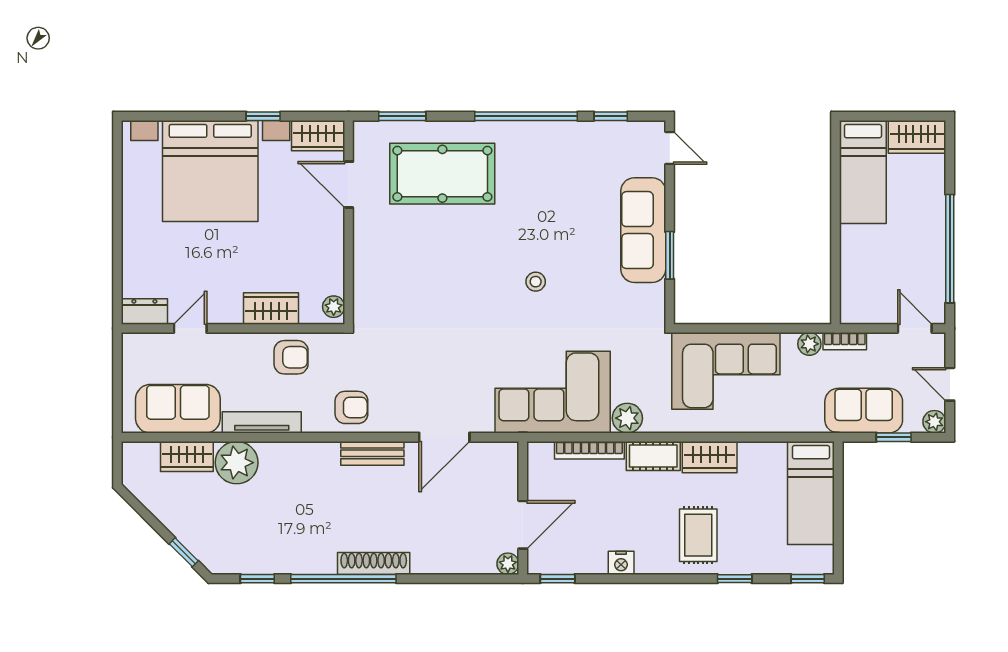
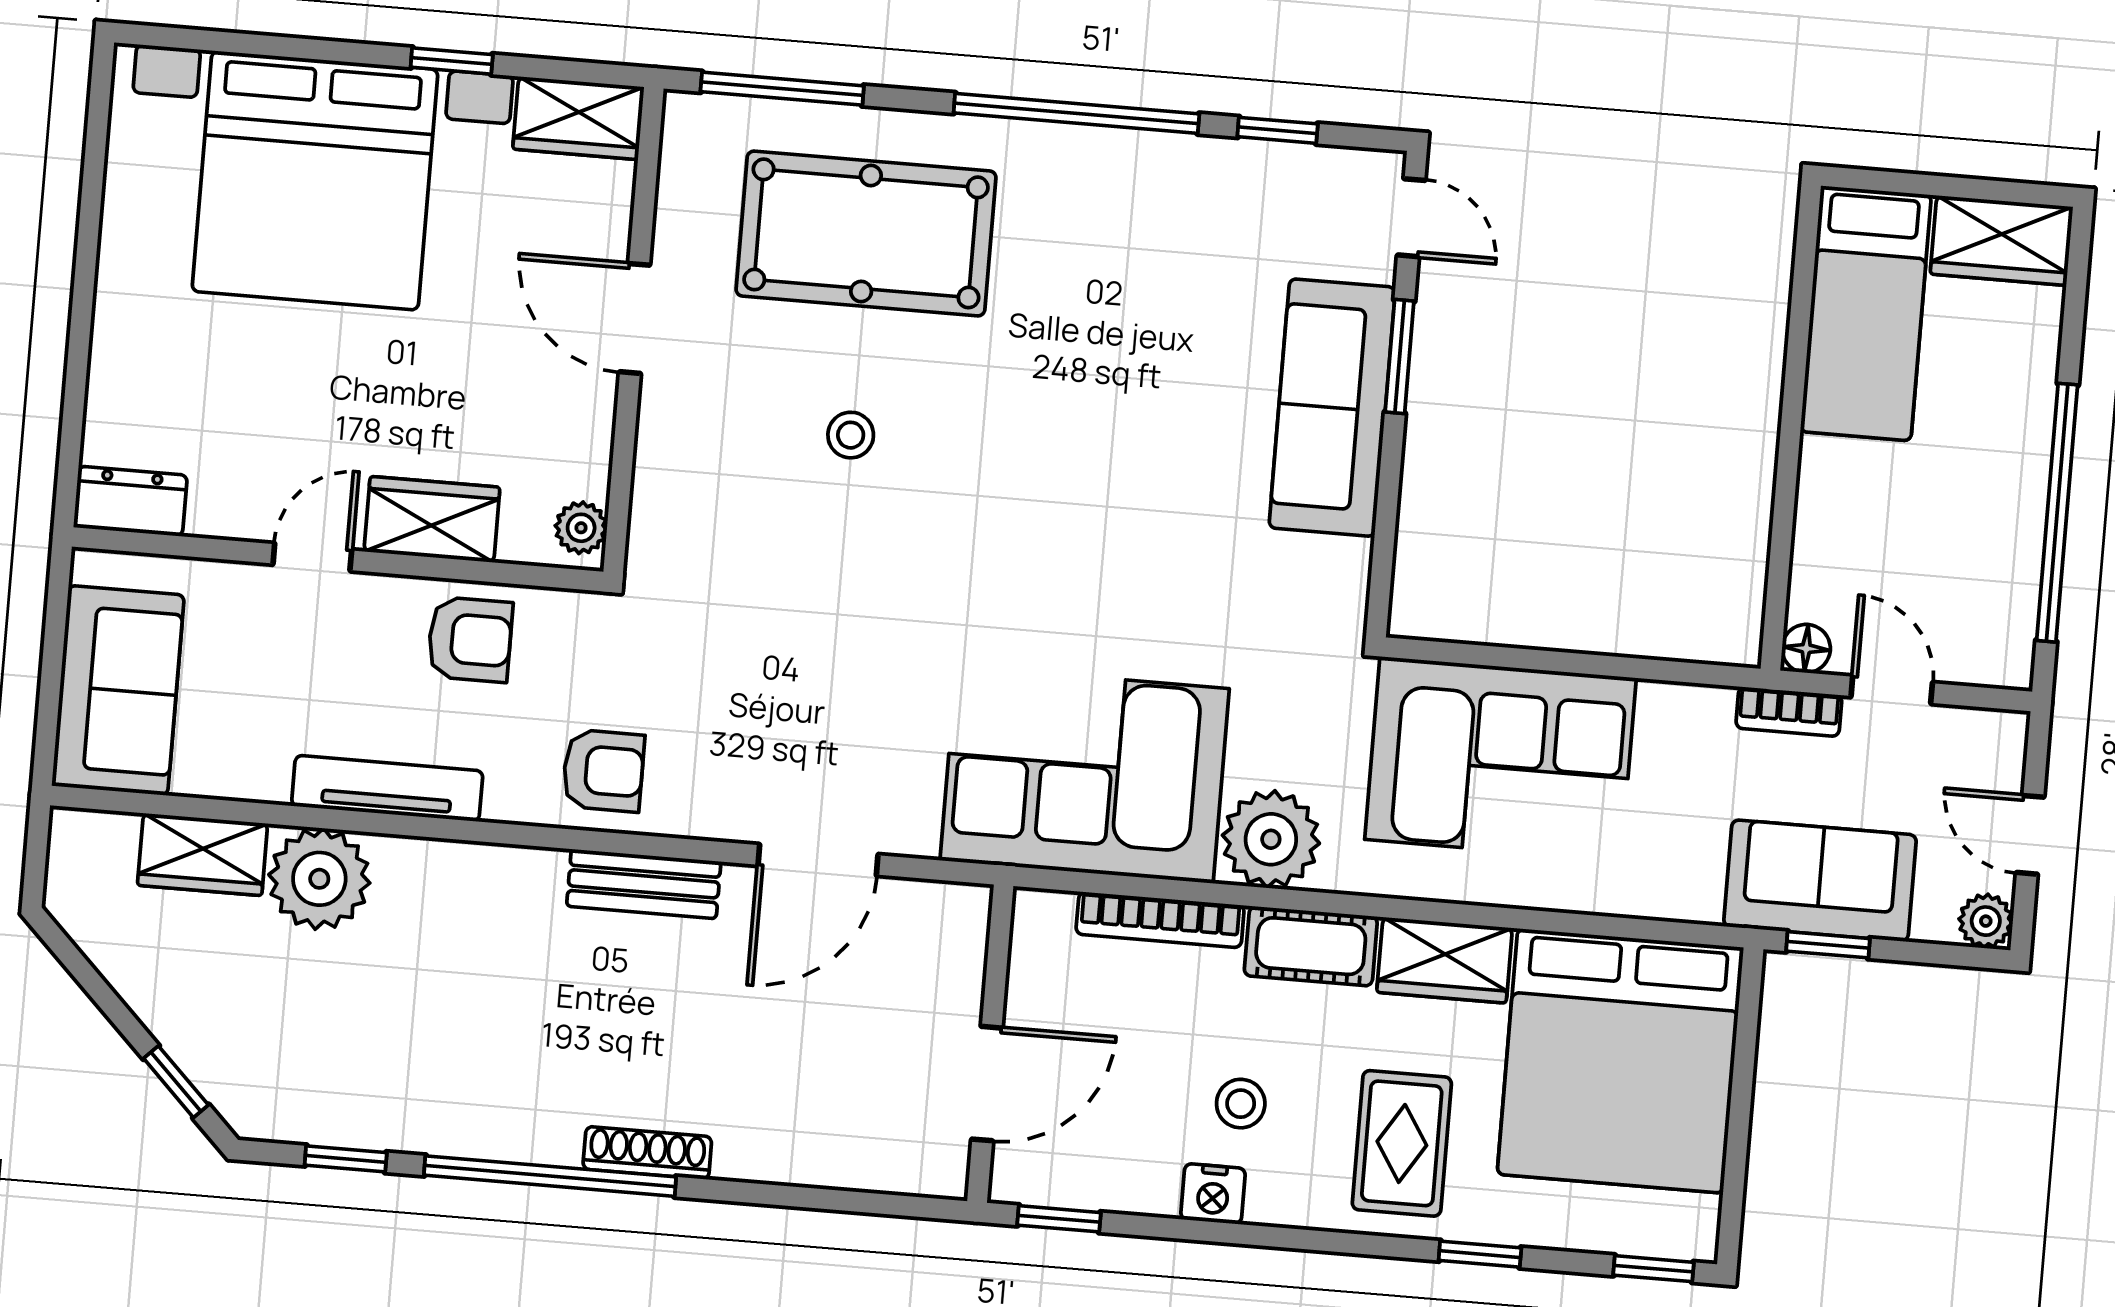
window: (402, 116) -> (782, 89), width x1.44
door: (349, 185) -> (634, 318), moved
window: (670, 255) -> (1400, 356), moved
stool: (536, 282) -> (851, 435), moved
floor lamp: (850, 314) -> (1806, 649), added
door: (190, 328) -> (312, 557), moved
door: (915, 328) -> (1892, 690), moved
plant: (809, 344) -> (1704, 711), removed
sofa: (178, 409) -> (118, 690), moved, turned 90
plant: (627, 418) -> (1271, 839), width x1.36, depth x1.36
window: (894, 437) -> (1828, 945), moved
bed: (811, 493) -> (1620, 1061), width x2.04
stool: (629, 524) -> (1241, 1104), added
shoe rack: (374, 563) -> (647, 1153), width x0.74, depth x0.81
plant: (508, 564) -> (944, 1173), removed

